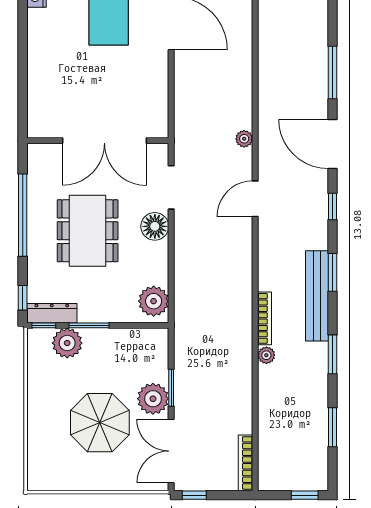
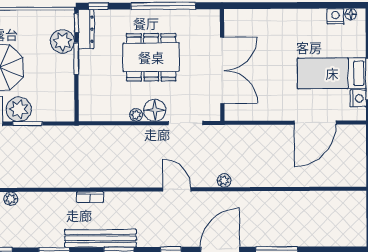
double door: (104, 141) -> (222, 70), swing flipped
plant: (154, 301) -> (136, 115), moved, width x0.53, depth x0.53
bookcase: (265, 318) -> (90, 197), width x0.64
plant: (266, 355) -> (11, 199), moved

